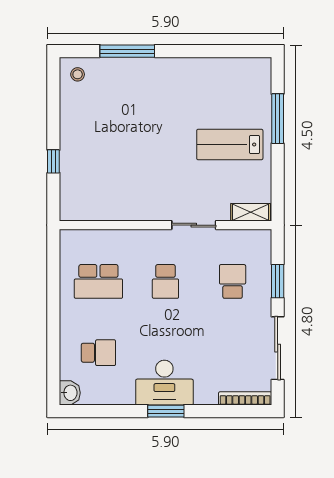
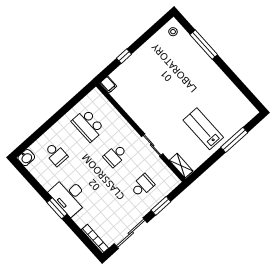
filing cabinet: (71, 212) -> (108, 84), added

